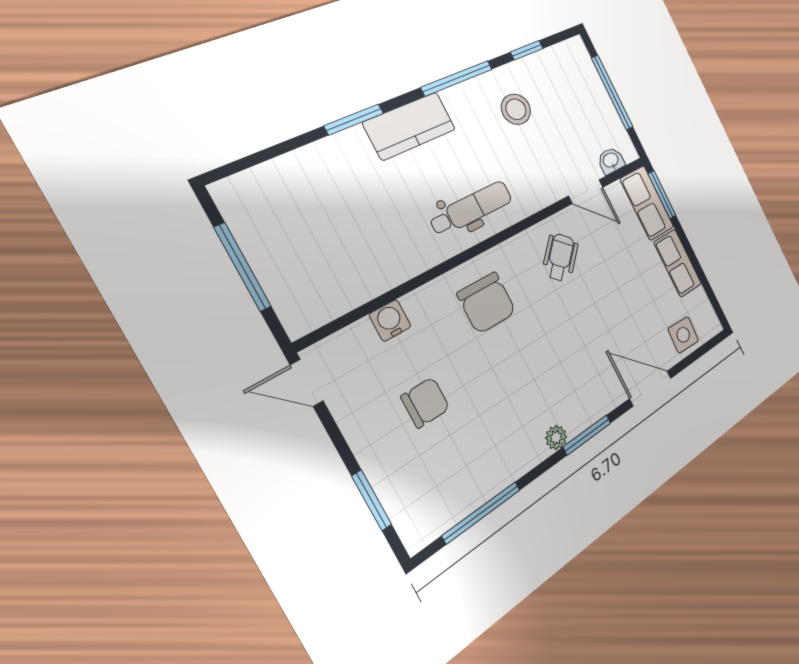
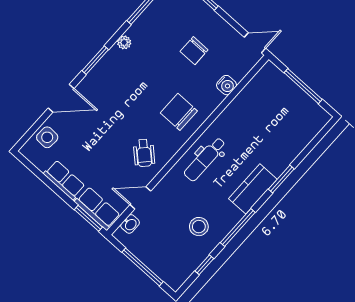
plant: (556, 438) -> (124, 42), moved

